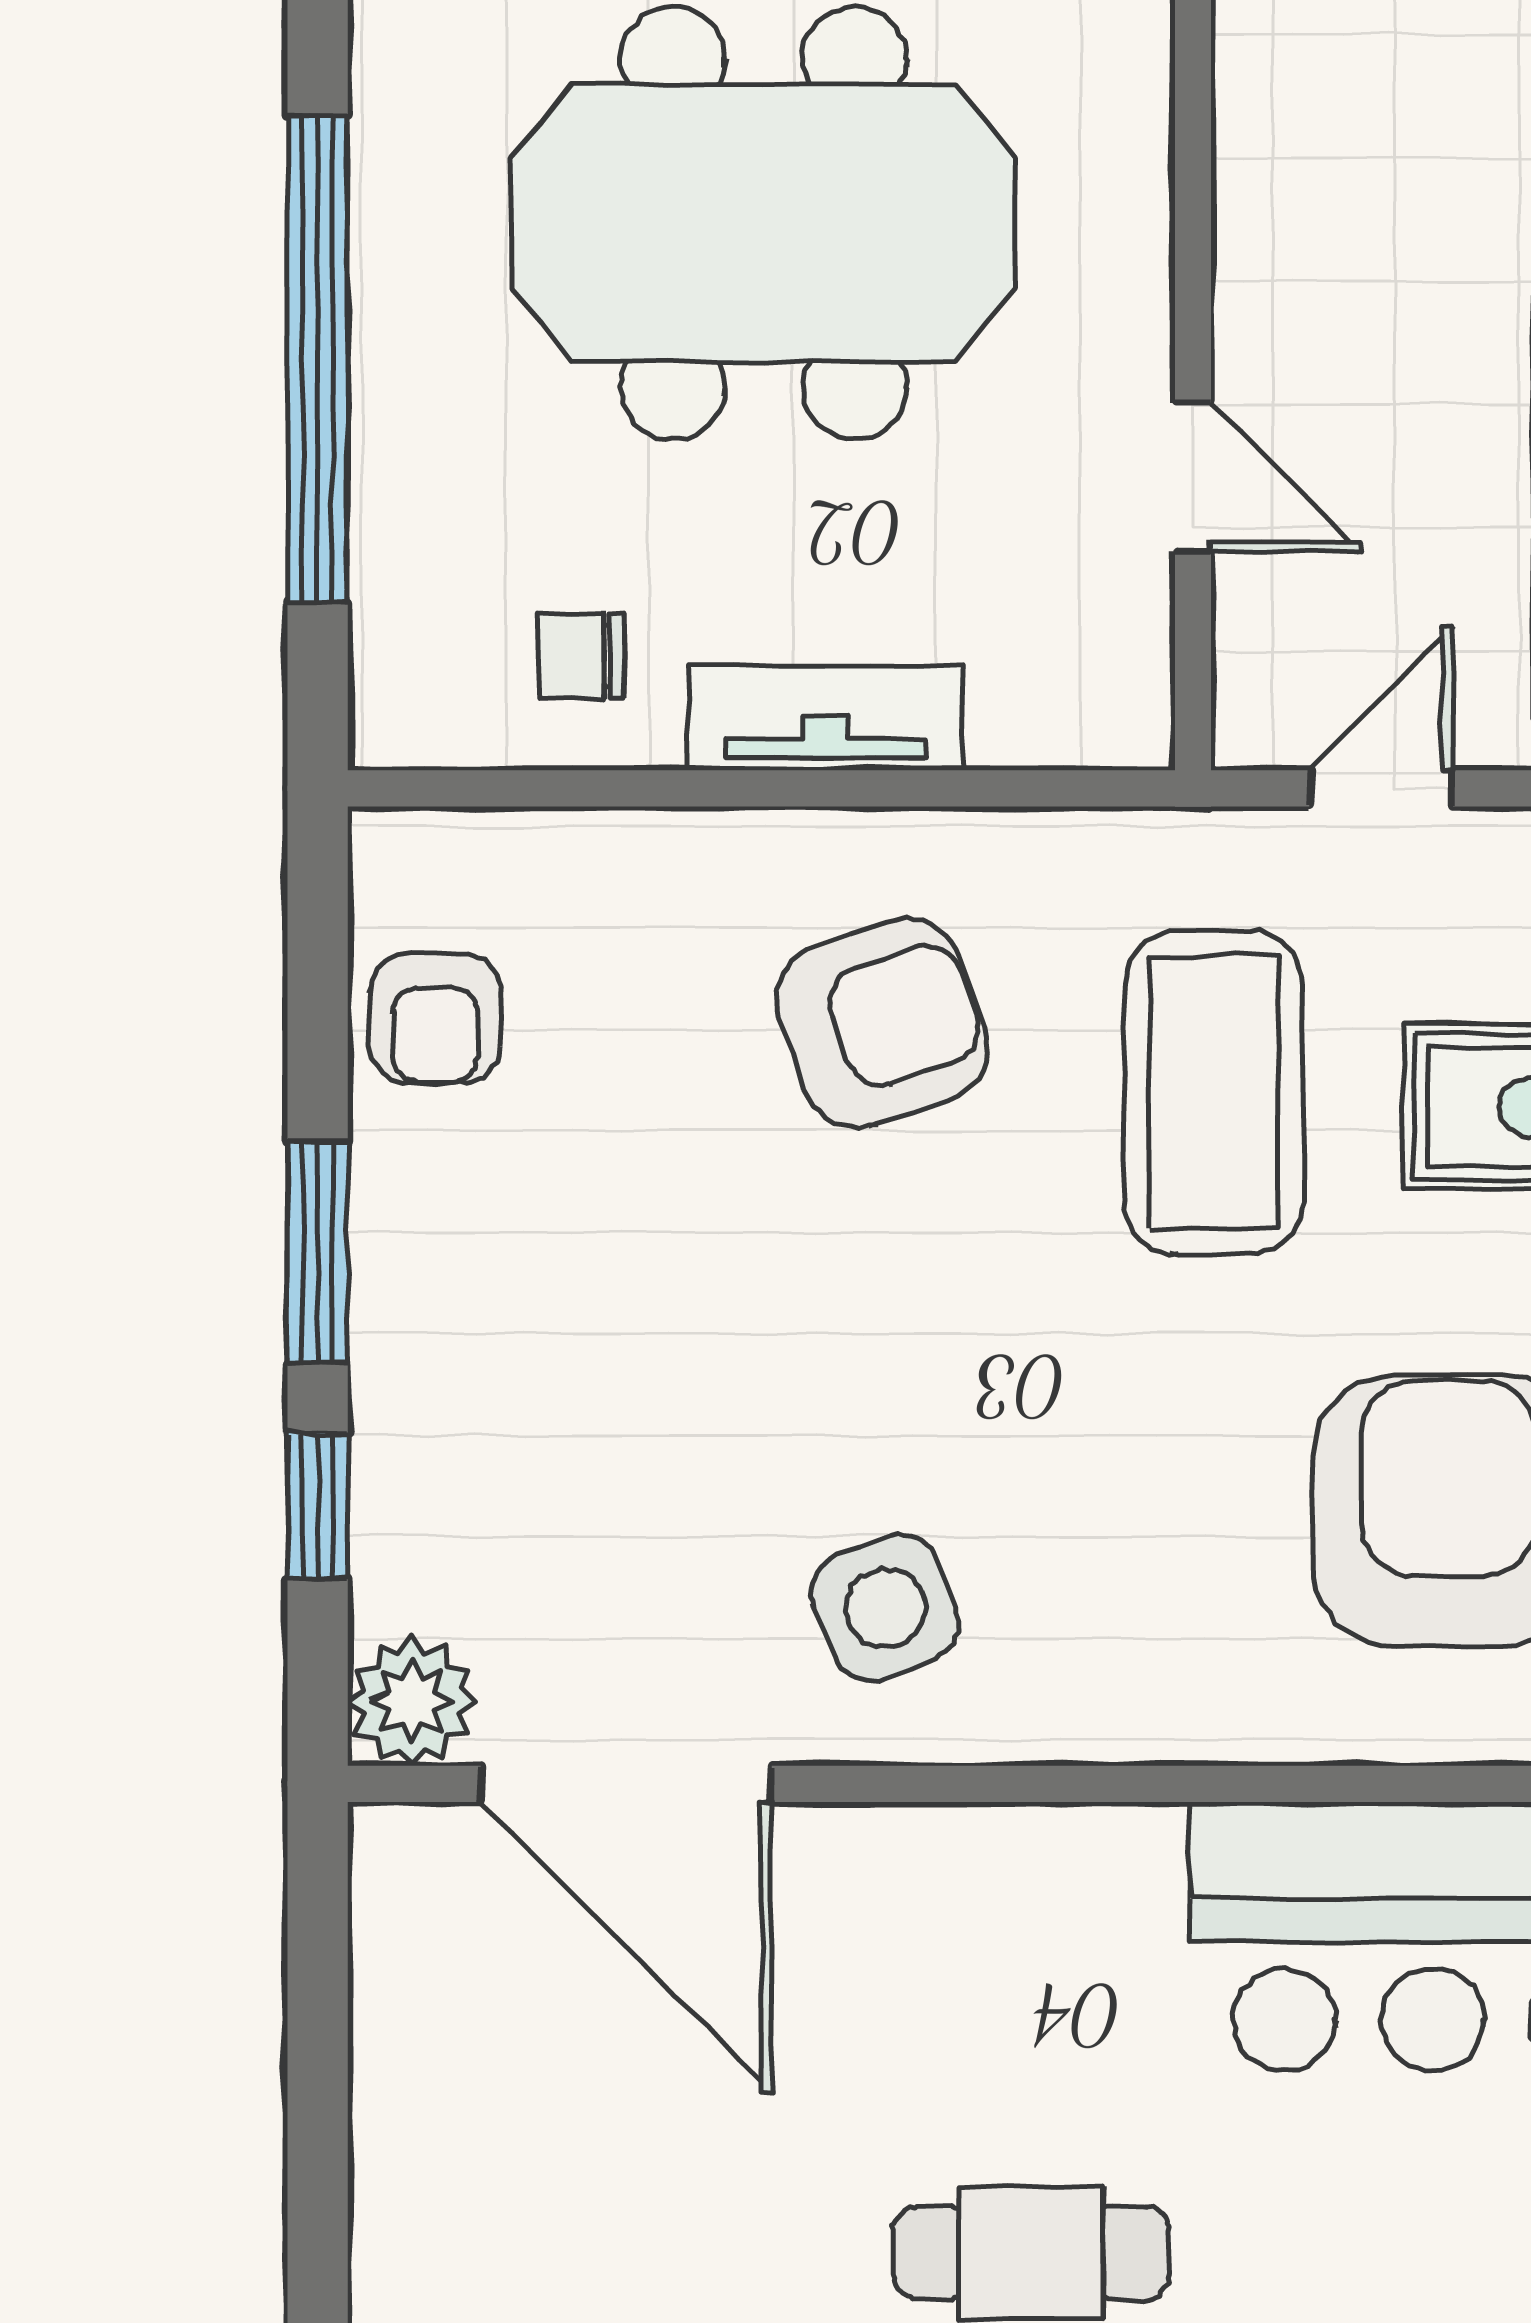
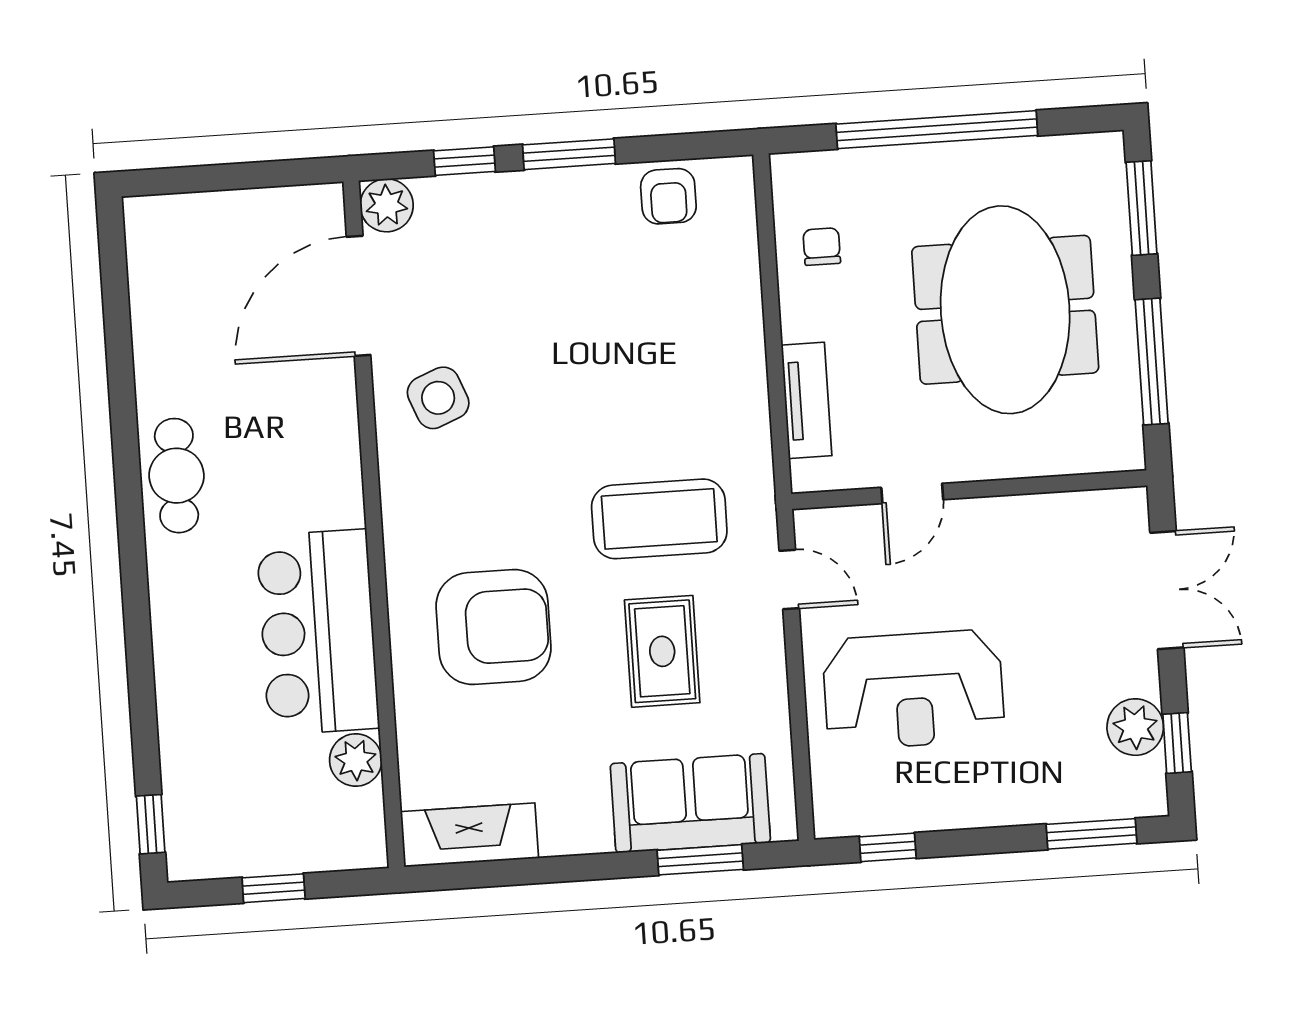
tv unit: (825, 718) -> (807, 400), moved
armchair: (435, 1019) -> (668, 196), turned -90
armchair: (882, 1023) -> (679, 381), removed

